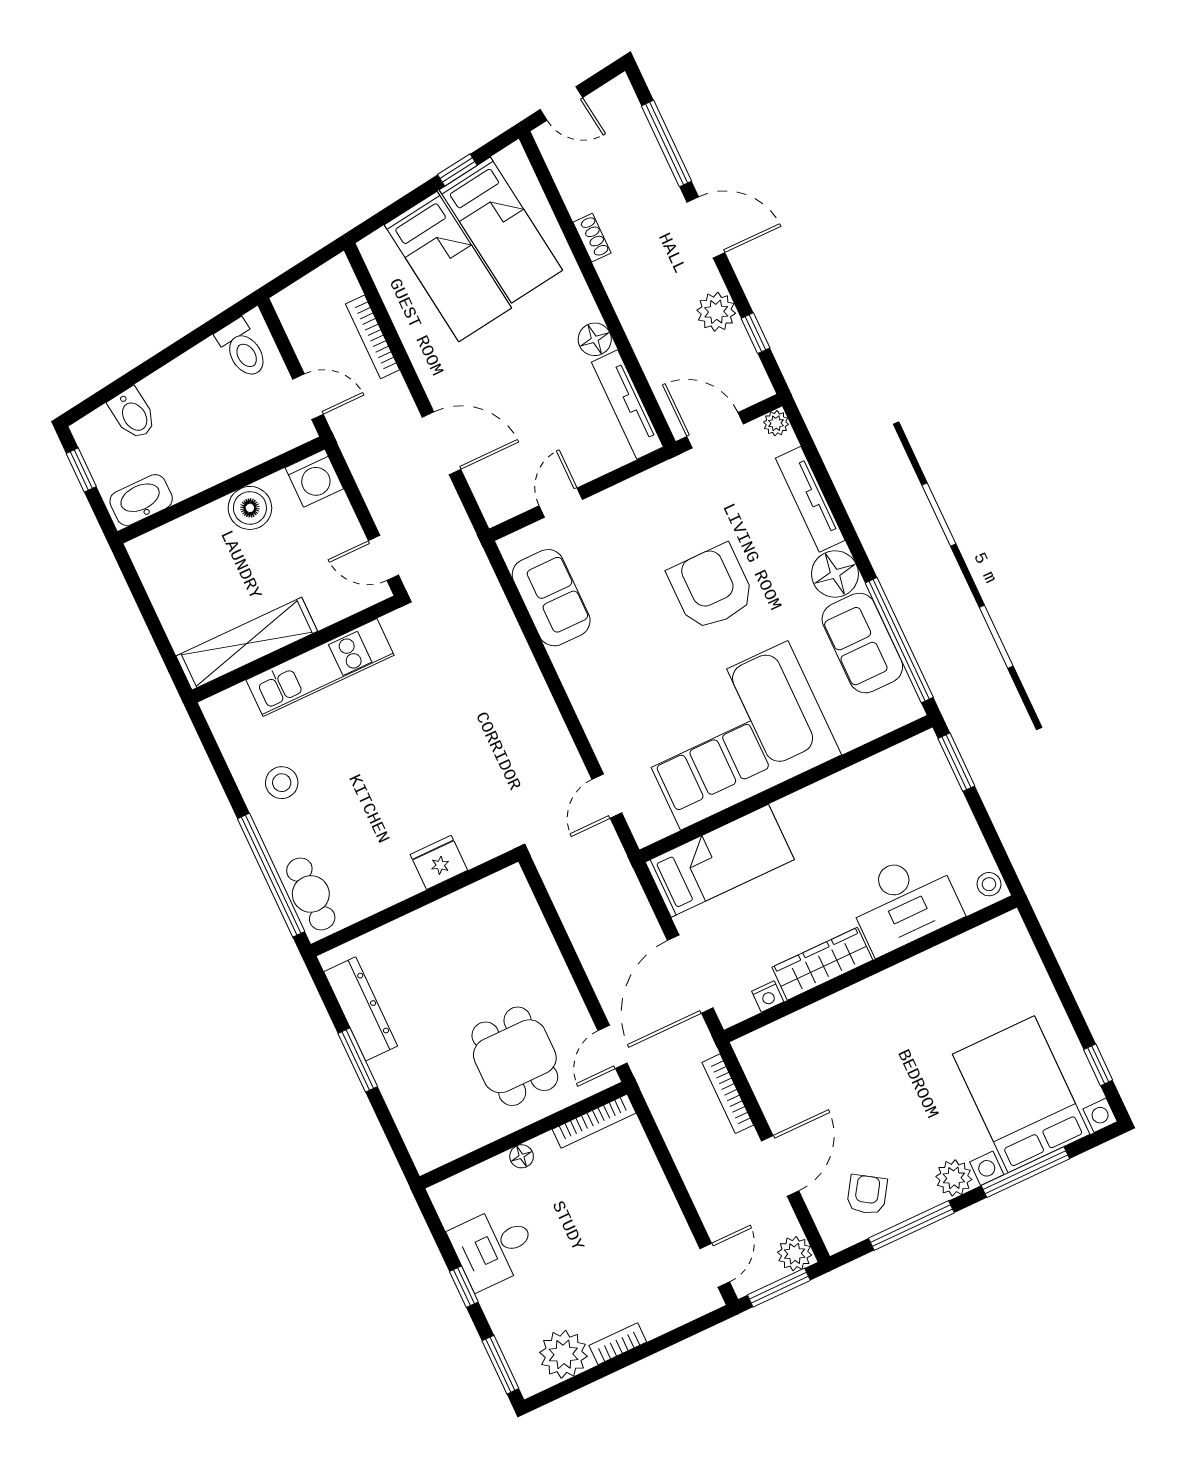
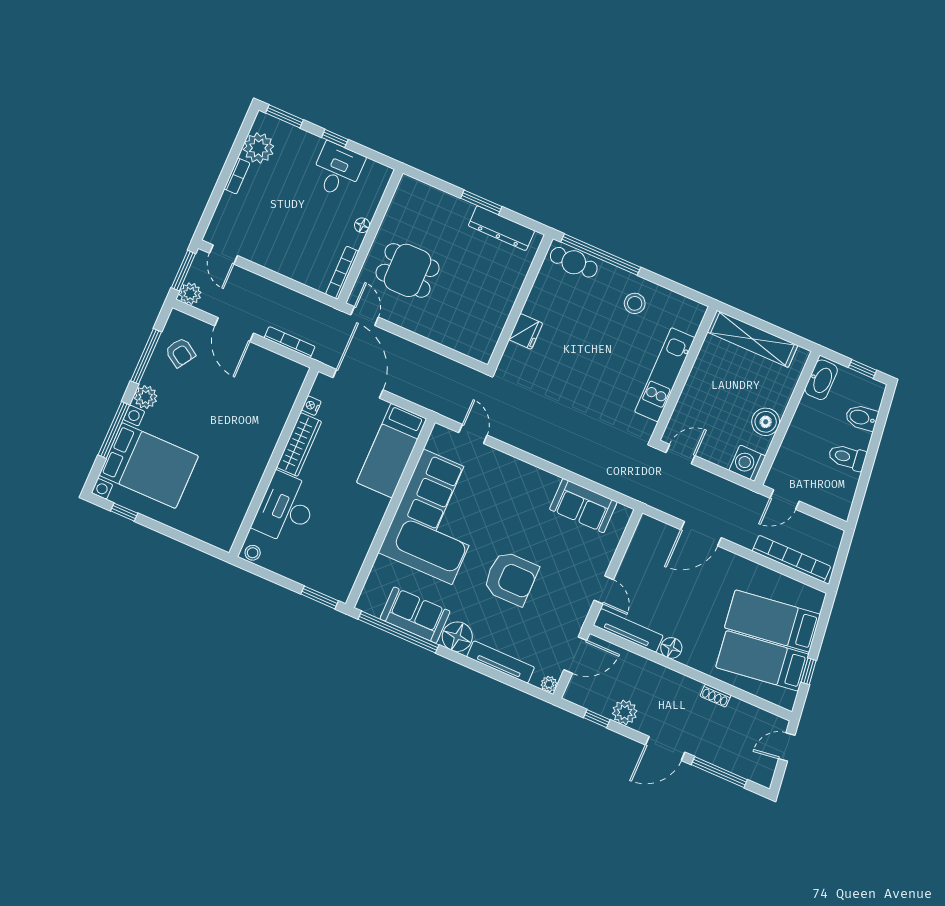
bookcase: (373, 337) -> (791, 559), width x1.48, depth x1.31
toilet: (242, 349) -> (847, 457), moved
door: (561, 503) -> (604, 590), moved
shelving: (247, 644) -> (752, 339), moved, turned 90

